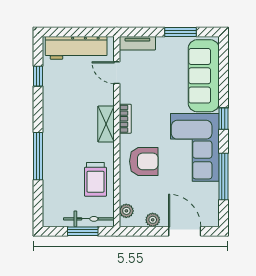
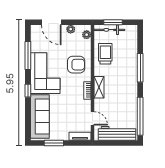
window: (38, 76) -> (140, 116), width x3.17
armchair: (144, 161) -> (76, 65), turned 180

